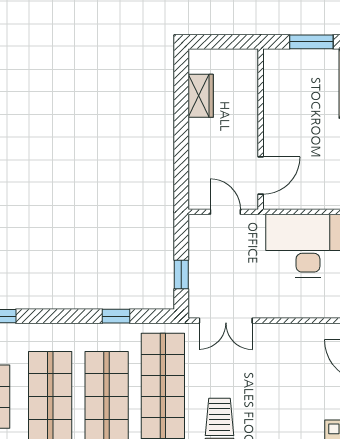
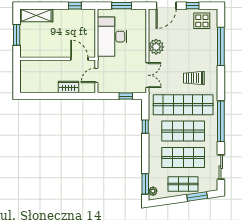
wardrobe: (201, 96) -> (69, 87), moved
plant: (286, 339) -> (156, 47), added

